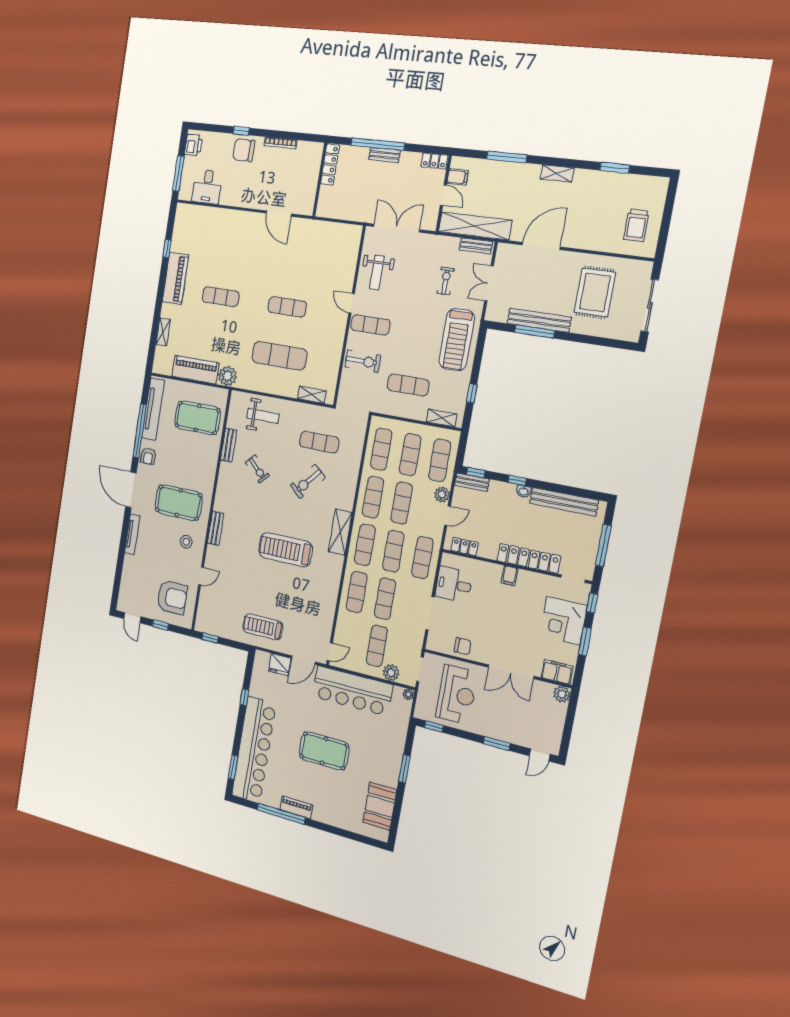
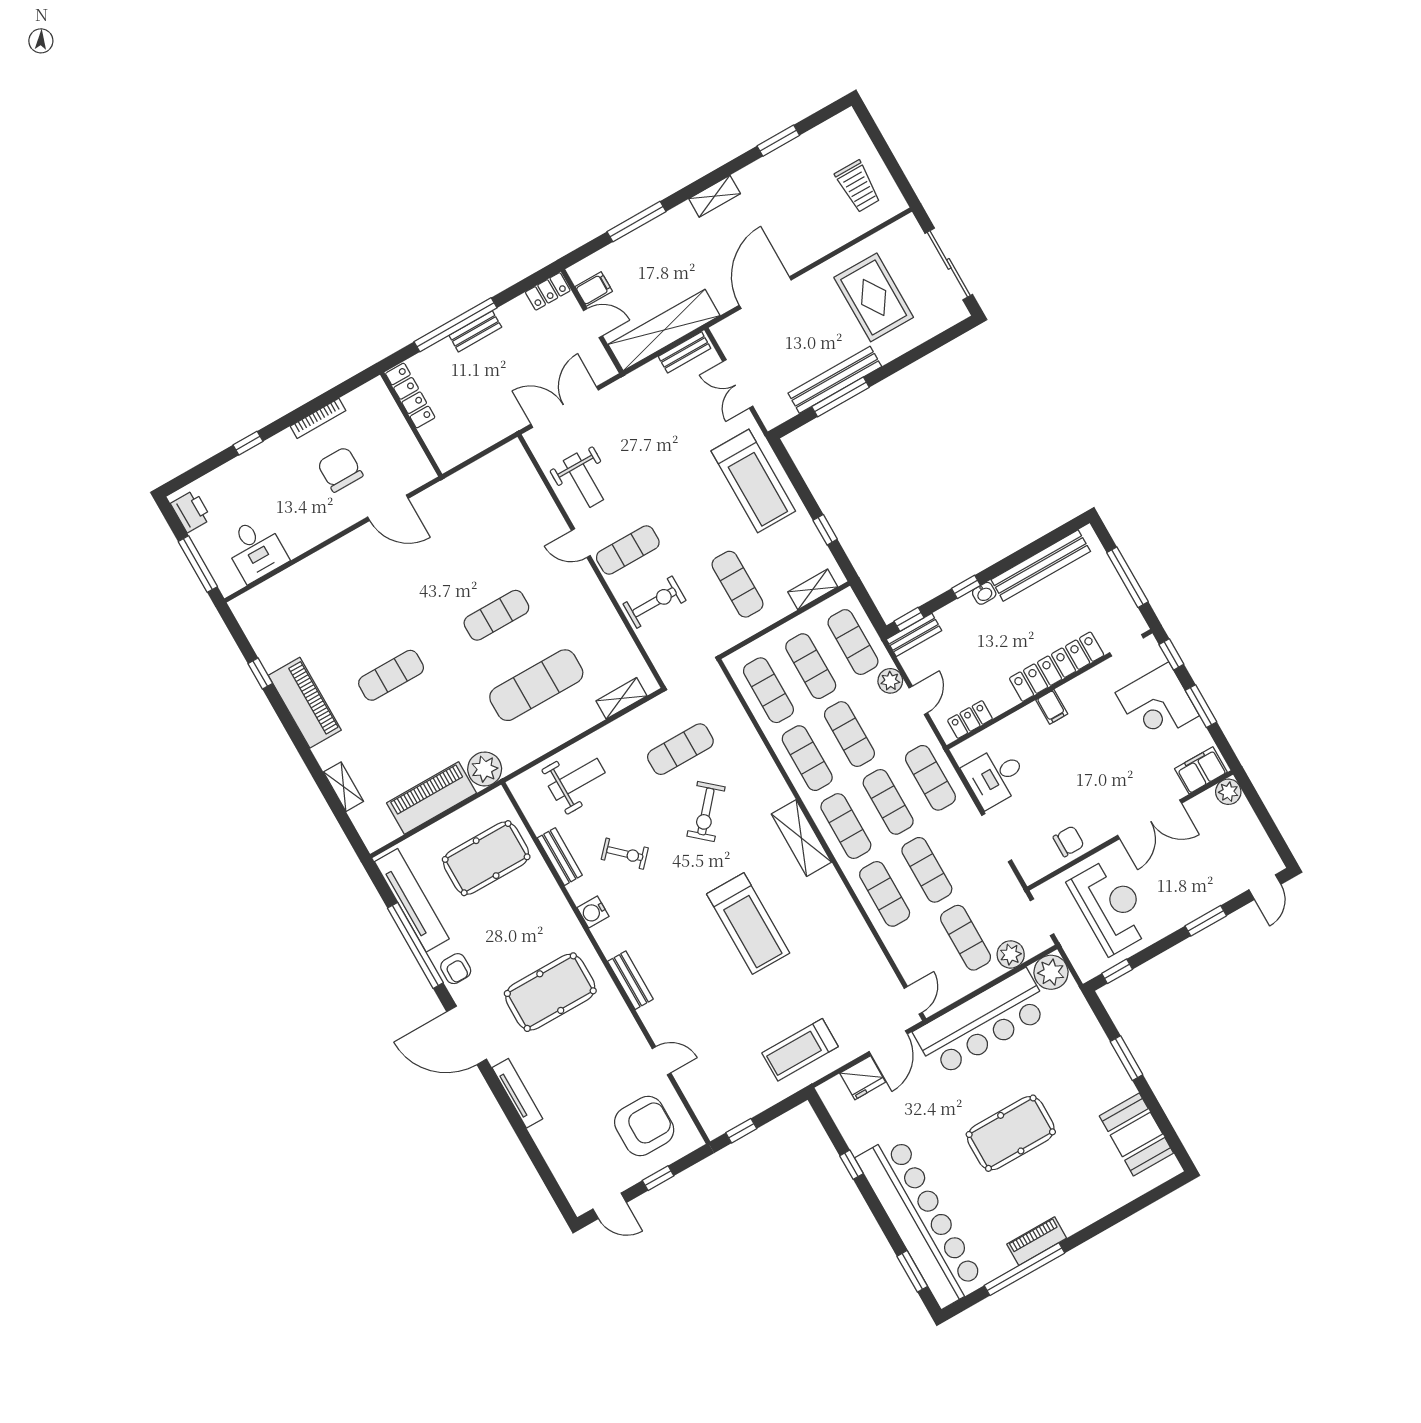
chair: (244, 150) -> (340, 469), moved, turned 90
exercise bike: (445, 281) -> (681, 423), removed
exercise mat: (408, 385) -> (737, 584), turned 90
water cooler: (223, 483) -> (593, 912), added
stool: (186, 542) -> (603, 1034), removed
treadmill: (285, 550) -> (748, 924), turned -90
door: (201, 576) -> (661, 1061), hinge flipped
plant: (408, 694) -> (1051, 972), width x1.88, depth x1.88

